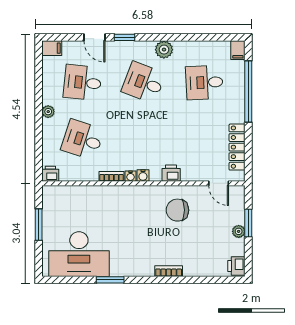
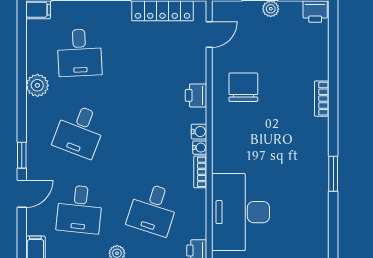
plant: (164, 50) -> (37, 85), moved
chair: (177, 210) -> (243, 87), turned 180
desk: (79, 254) -> (240, 212), moved, turned 180

